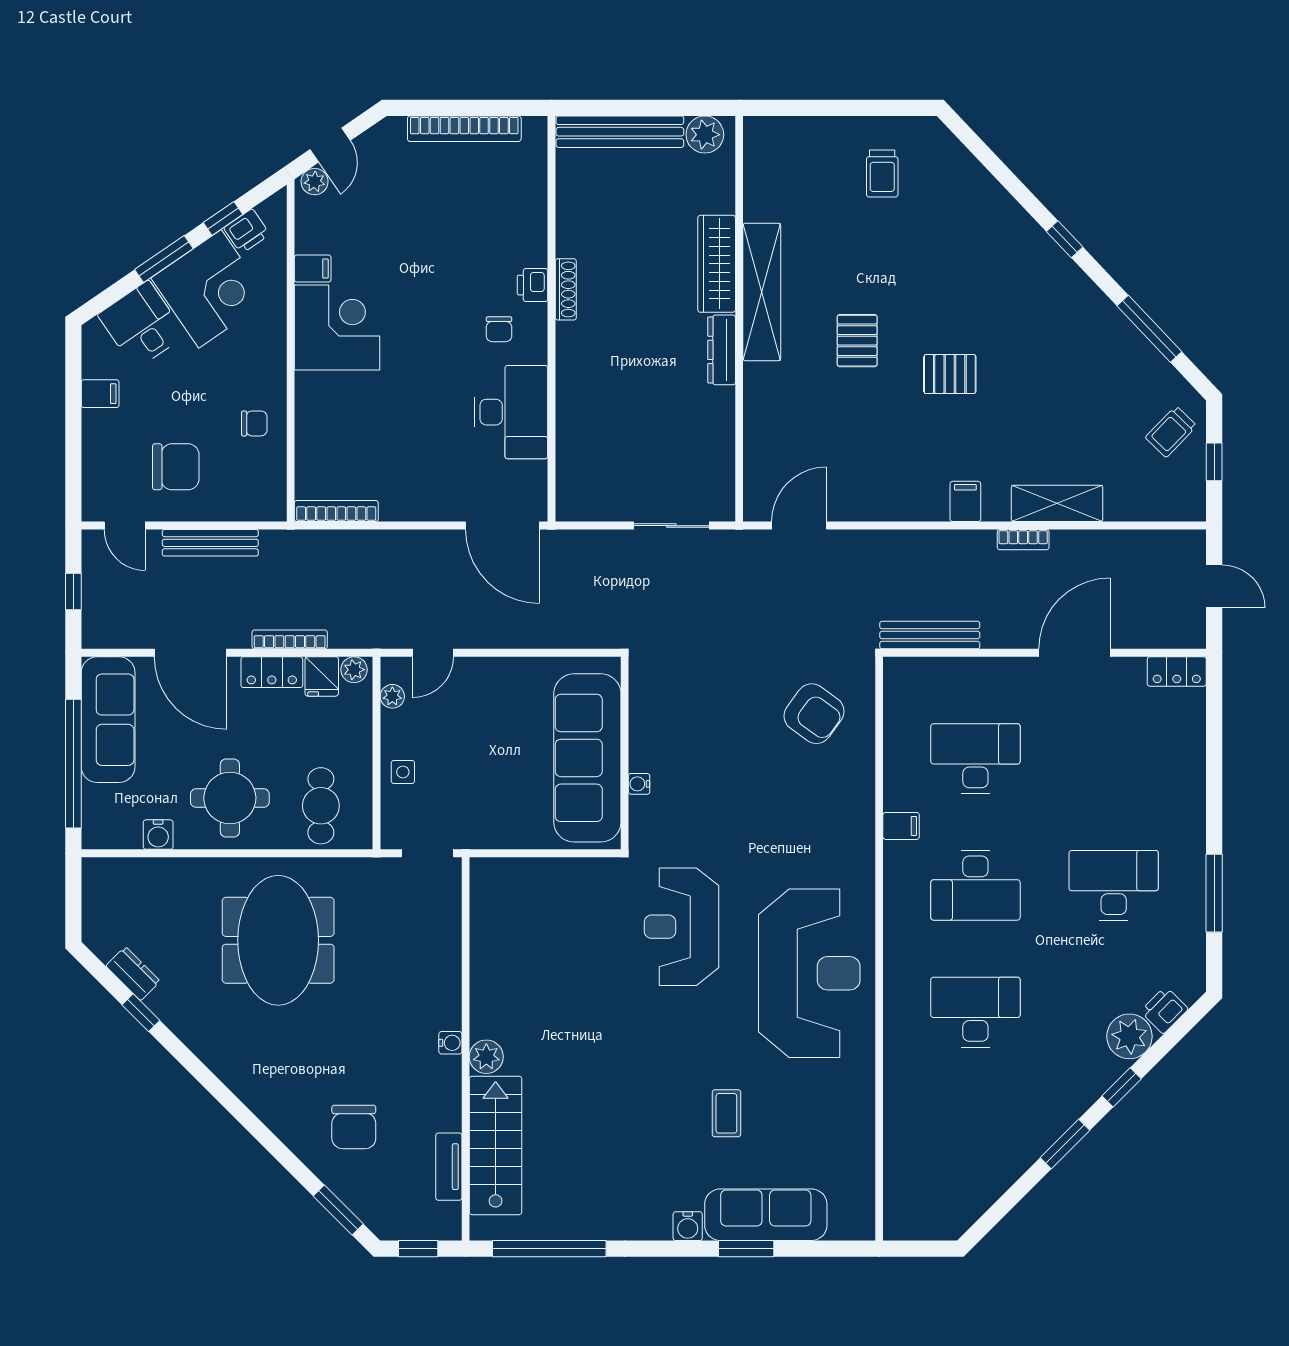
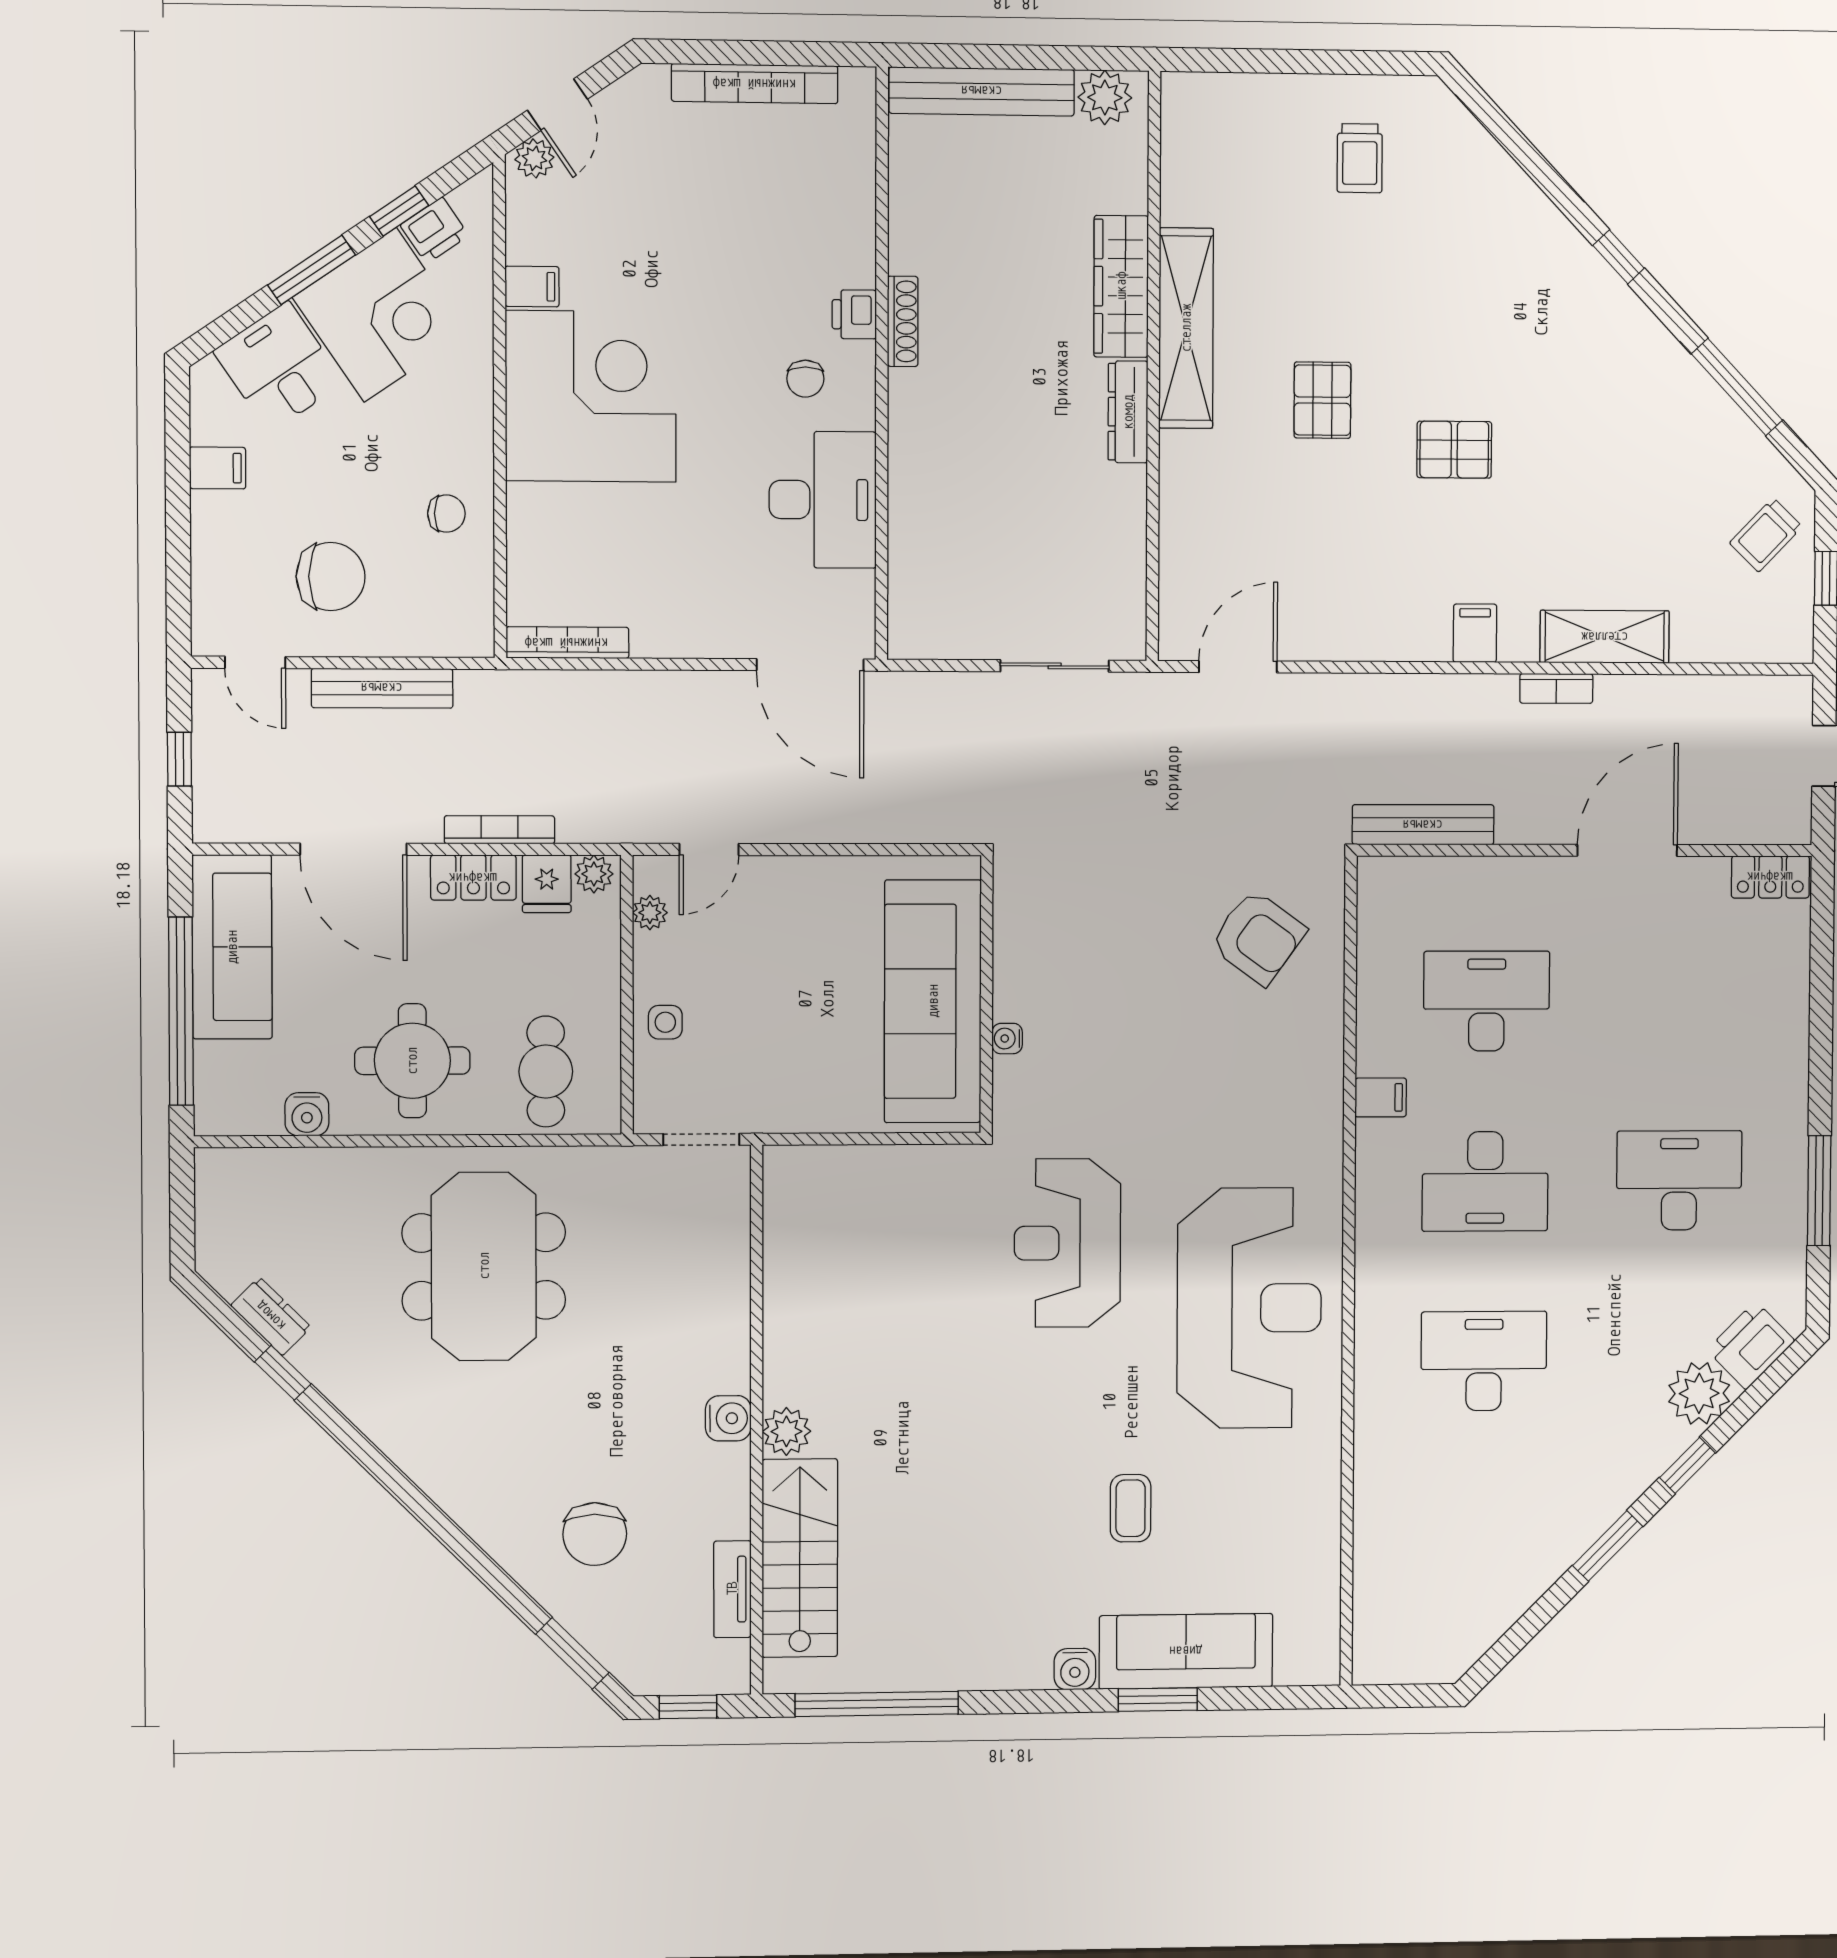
corner desk: (337, 327) -> (591, 396), width x1.36, depth x1.36
printer: (1164, 1010) -> (1751, 1345), width x1.36, depth x1.24
water cooler: (450, 1043) -> (728, 1418), width x1.38, depth x1.38

